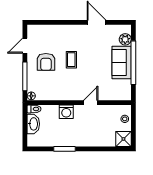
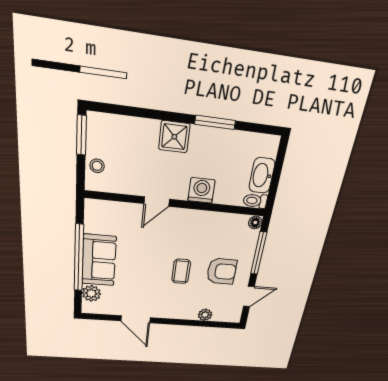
plant: (52, 29) -> (205, 315), added
armchair: (46, 62) -> (222, 271), turned 90
window: (133, 134) -> (81, 135), added
shower: (123, 139) -> (174, 137), moved

